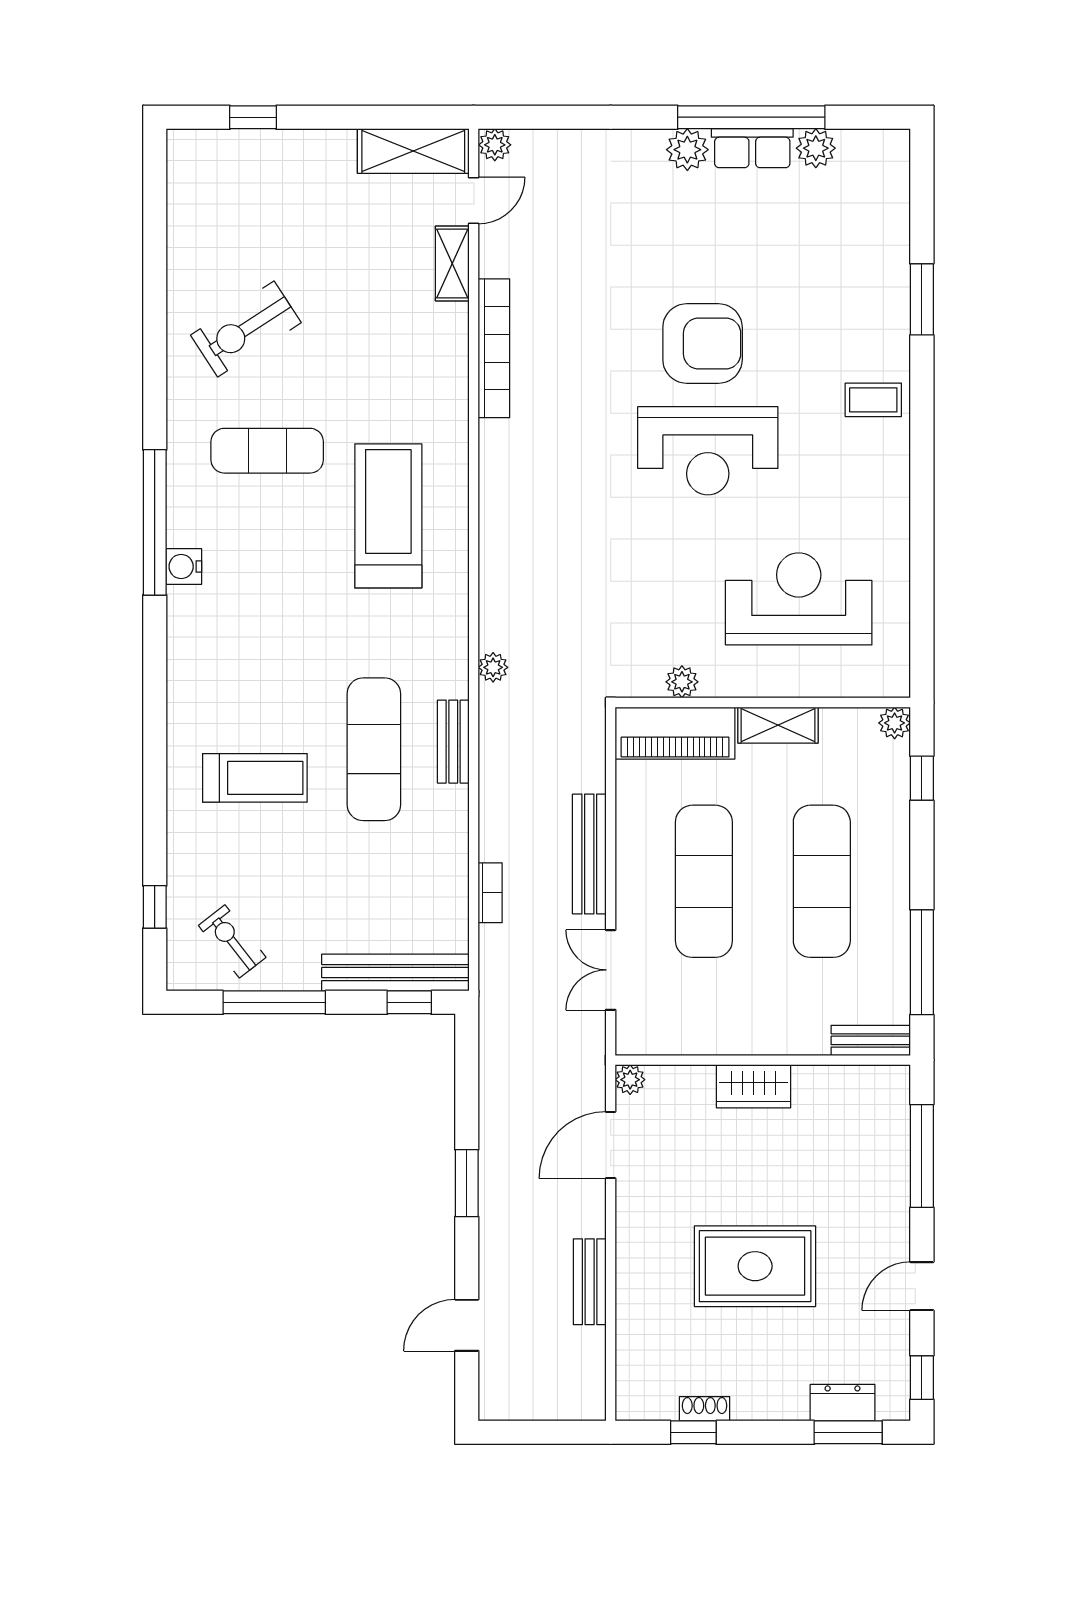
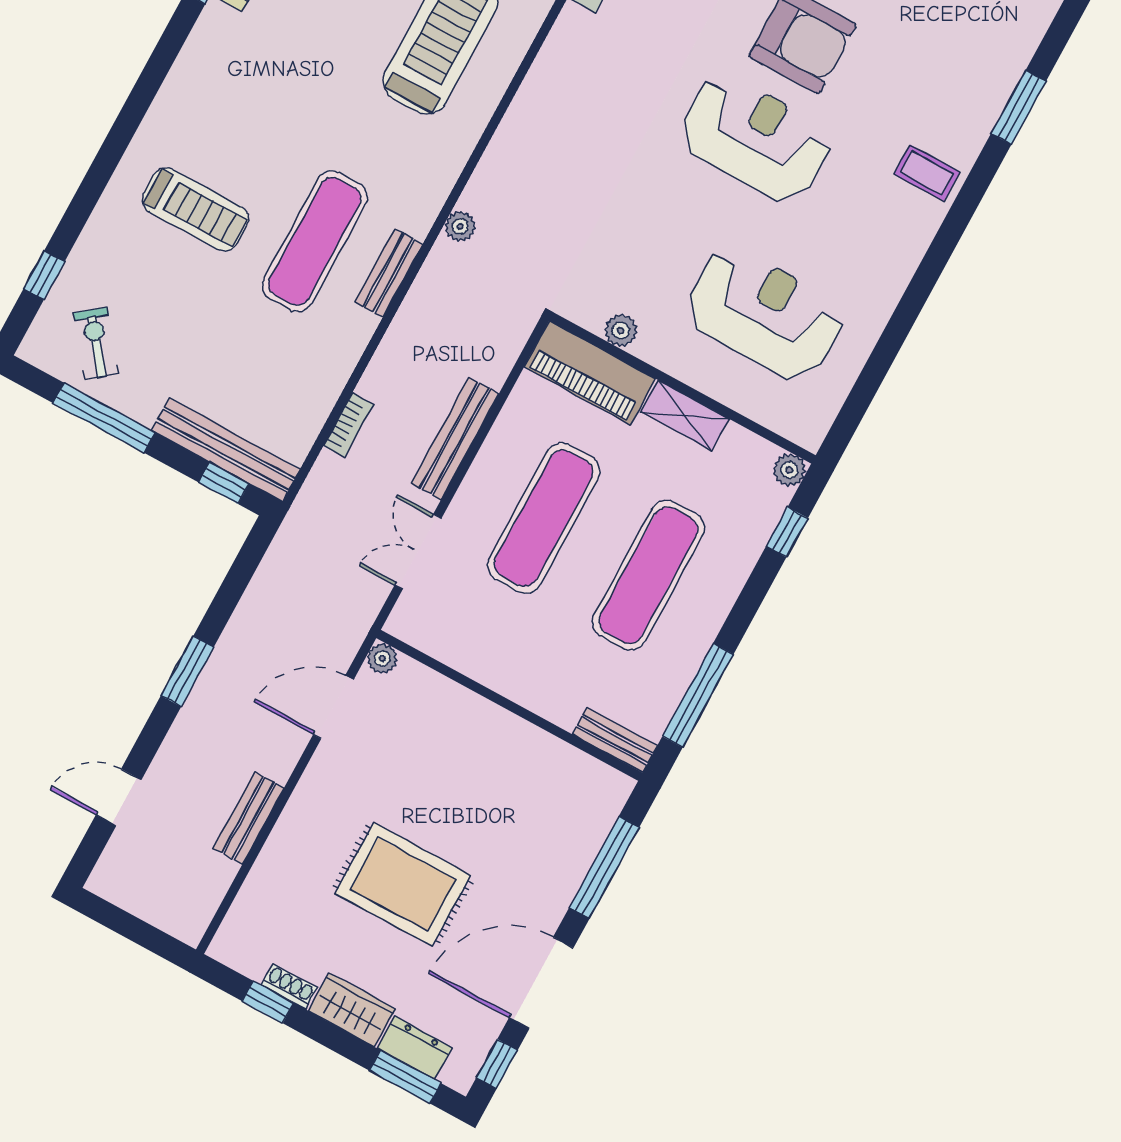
reception desk: (708, 451) -> (755, 138), turned 180
wardrobe: (753, 1086) -> (352, 1010), moved, turned 180
door: (922, 1286) -> (541, 983), width x1.87

